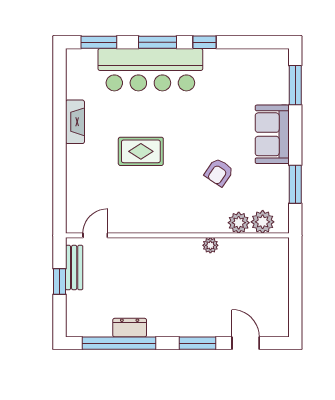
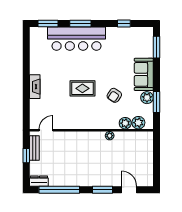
window: (205, 42) -> (124, 24), moved
fireplace: (75, 122) -> (35, 87), moved
rug: (141, 151) -> (82, 88), moved
plant: (278, 176) -> (147, 98), added
dresser: (130, 328) -> (39, 181), moved

